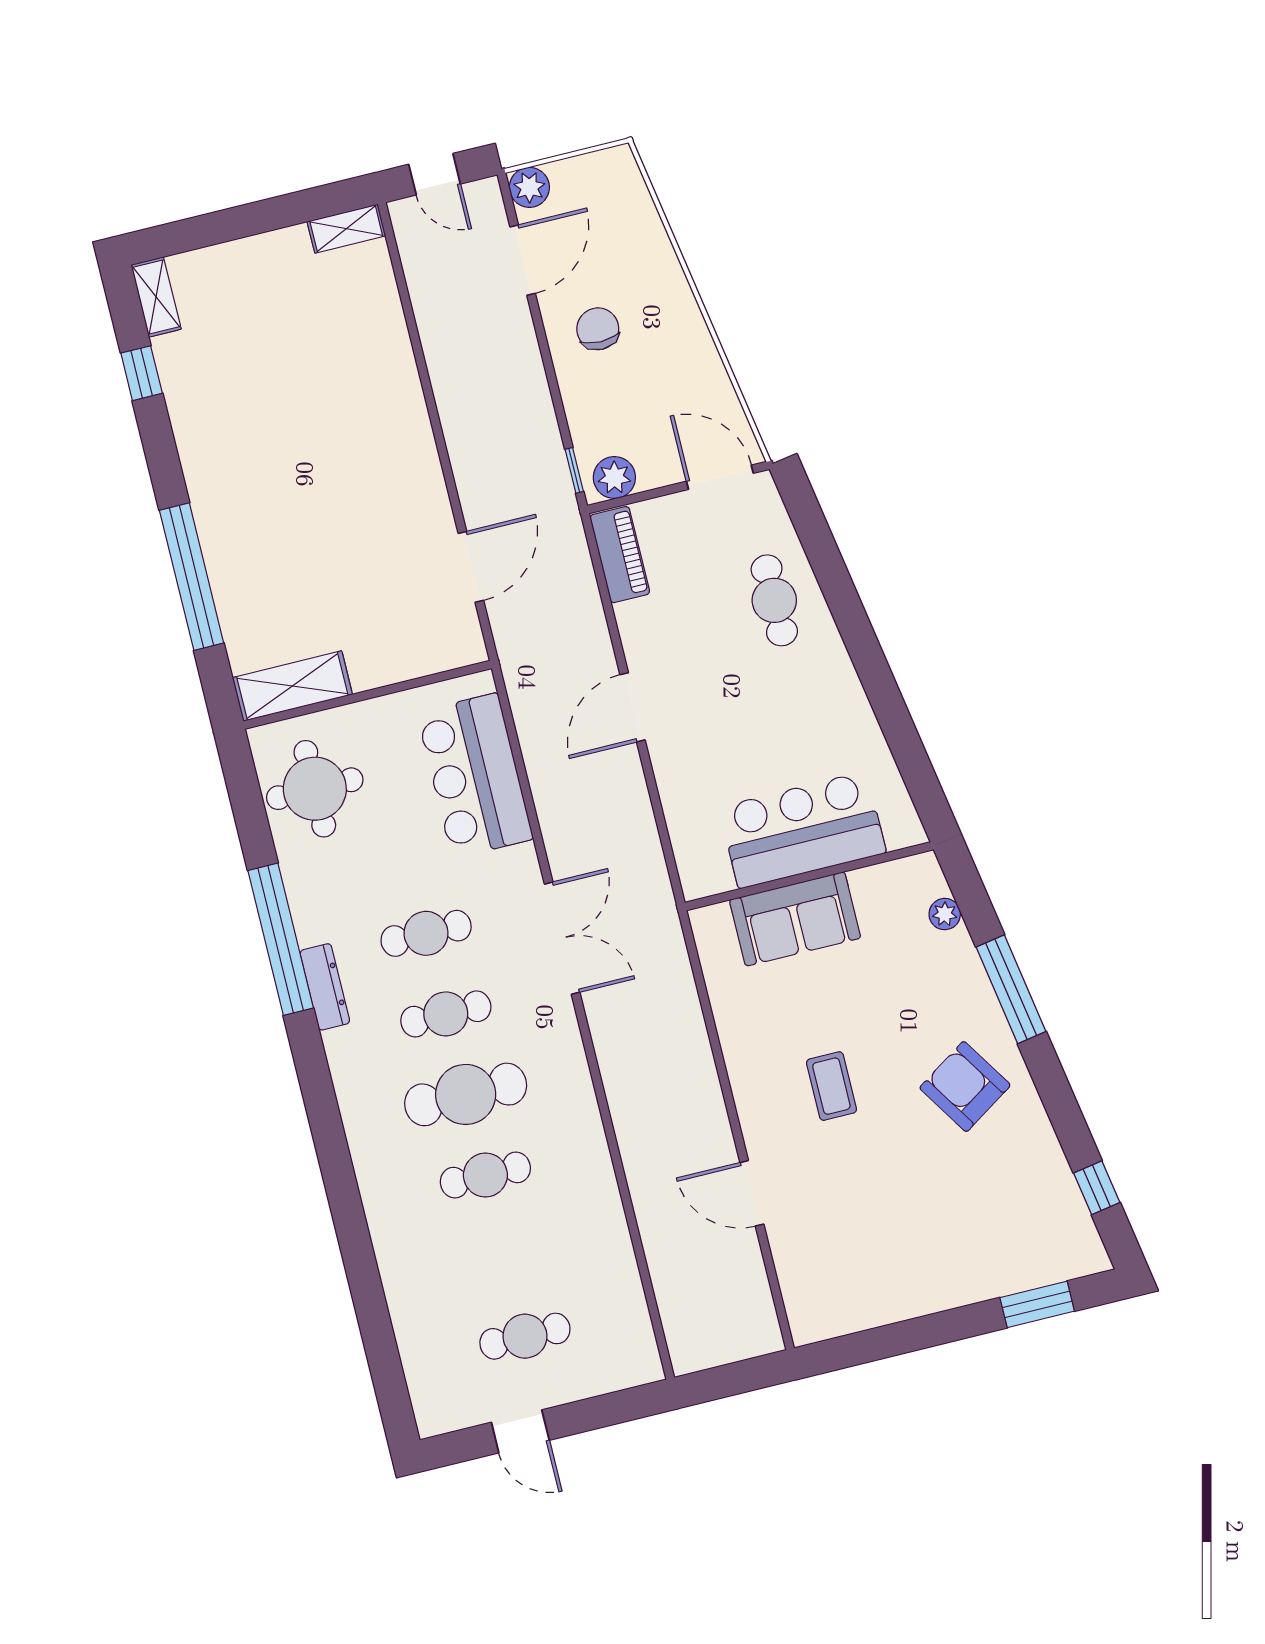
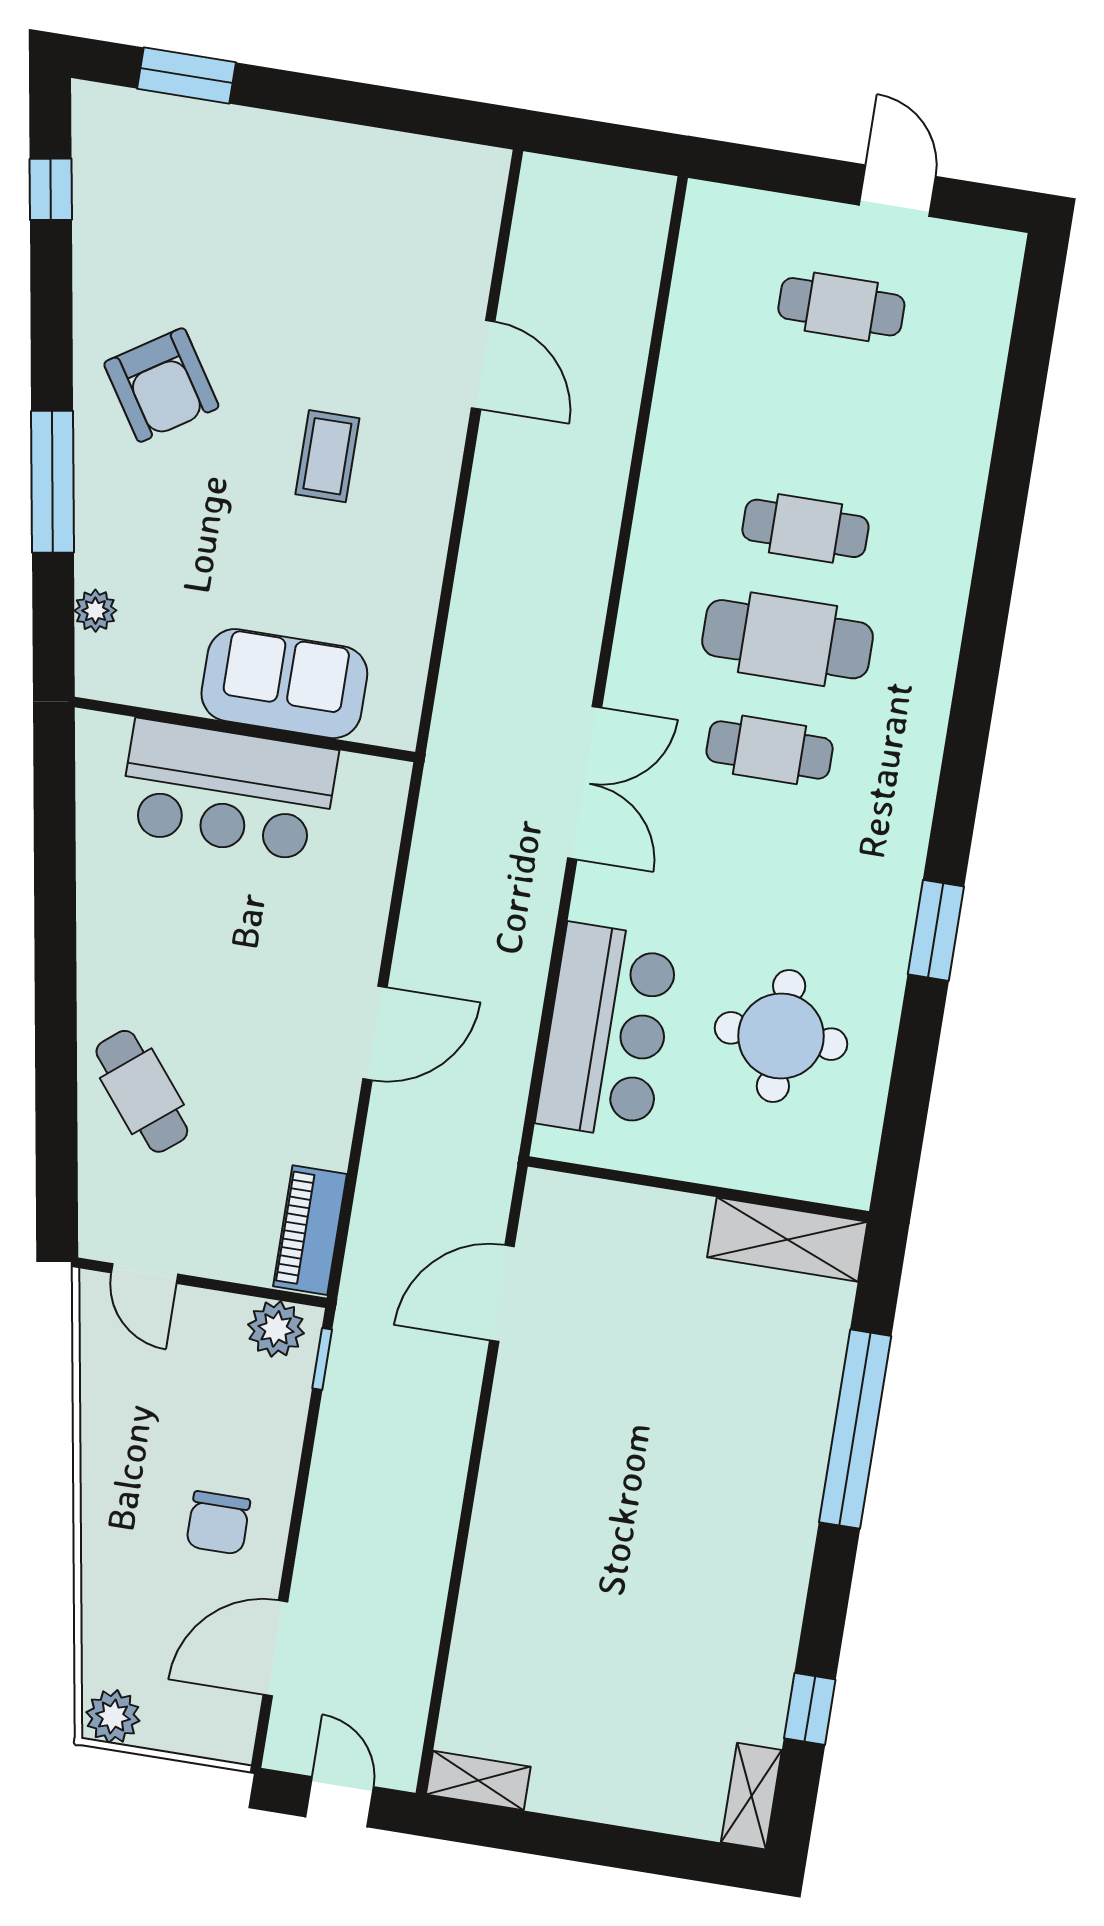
plant: (529, 187) -> (113, 1717), moved
door: (720, 477) -> (144, 1273), width x0.73
cafe table: (774, 600) -> (142, 1091), turned -39
round table: (315, 789) -> (781, 1036), moved
cafe table: (426, 933) -> (752, 861), removed
double door: (562, 938) -> (585, 783), swing flipped
window: (281, 939) -> (936, 930), width x0.47
dresser: (325, 987) -> (906, 848), removed

